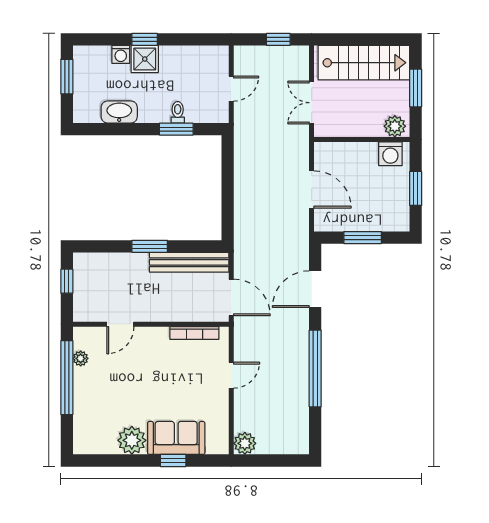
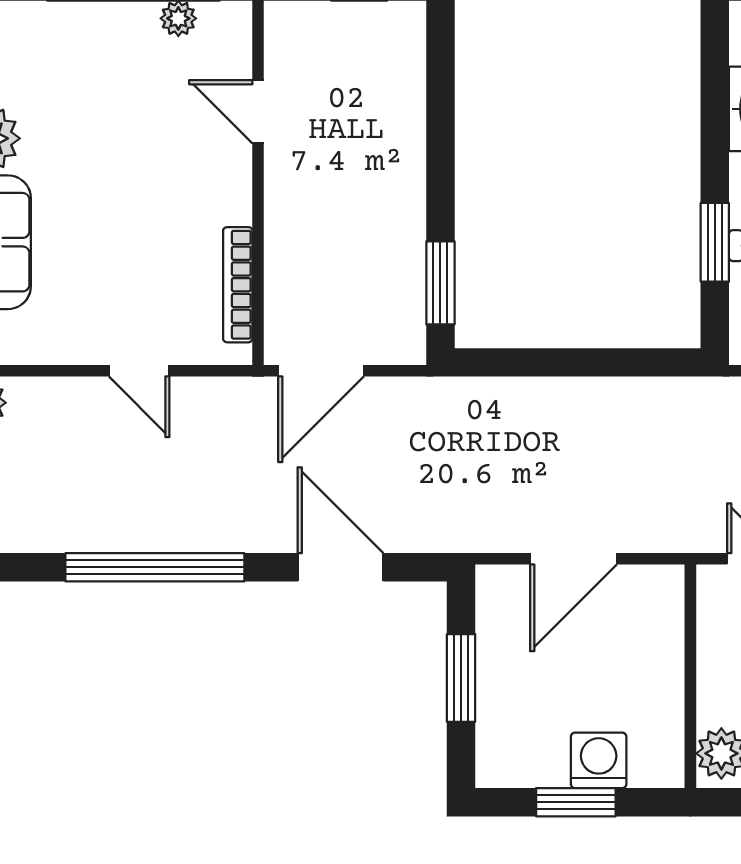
washing machine: (390, 154) -> (599, 760), moved, turned 90
window: (150, 246) -> (440, 283), moved
bench: (189, 262) -> (403, 272), removed

